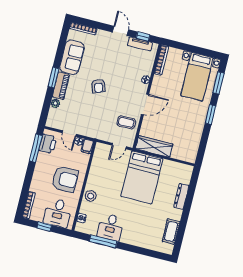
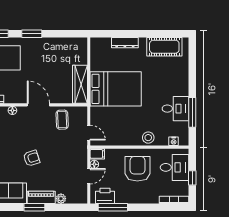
door: (119, 146) -> (89, 133), moved
cot: (171, 231) -> (164, 47), width x1.37, depth x1.34

